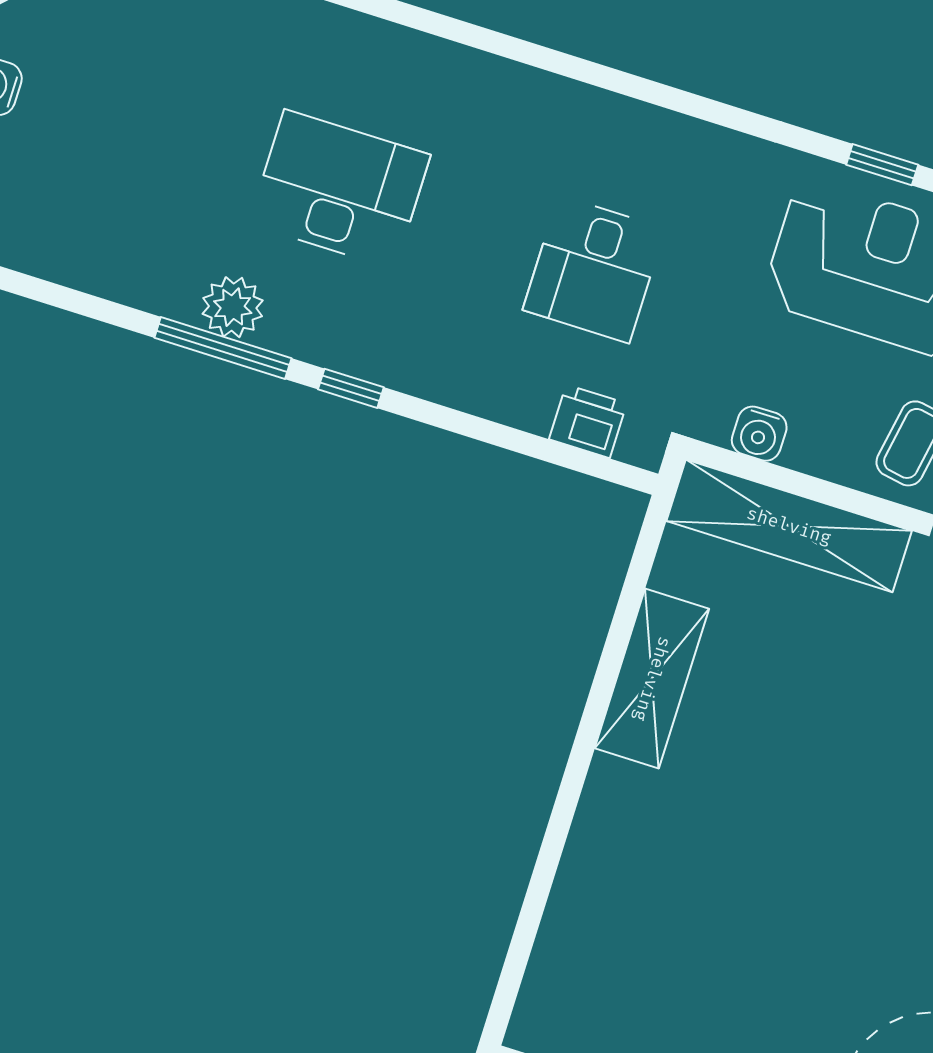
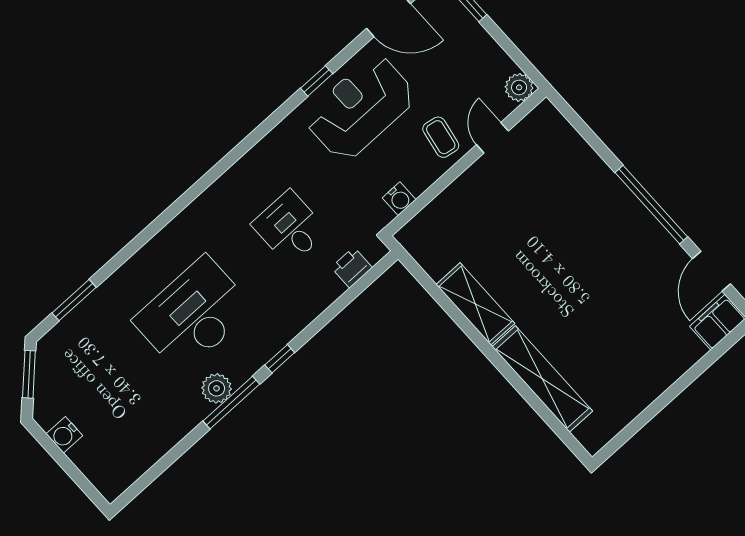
desk: (340, 189) -> (193, 315), width x1.36, depth x1.30
desk: (594, 269) -> (290, 228), turned 180
shelving: (789, 526) -> (542, 379), moved, turned 90

